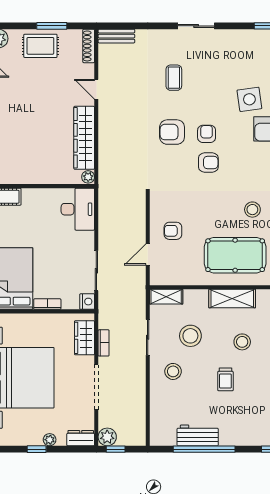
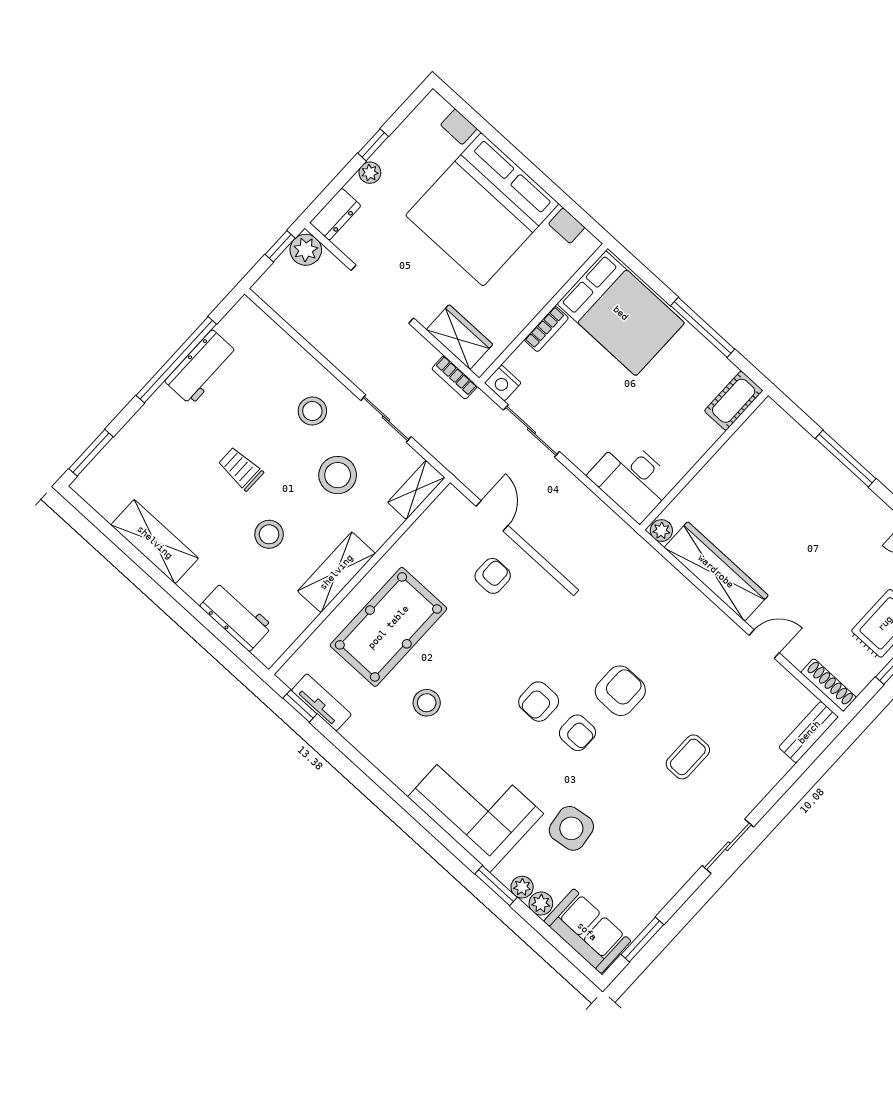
coffee table: (174, 78) -> (688, 757), turned 90
bookcase: (104, 343) -> (455, 377), moved

